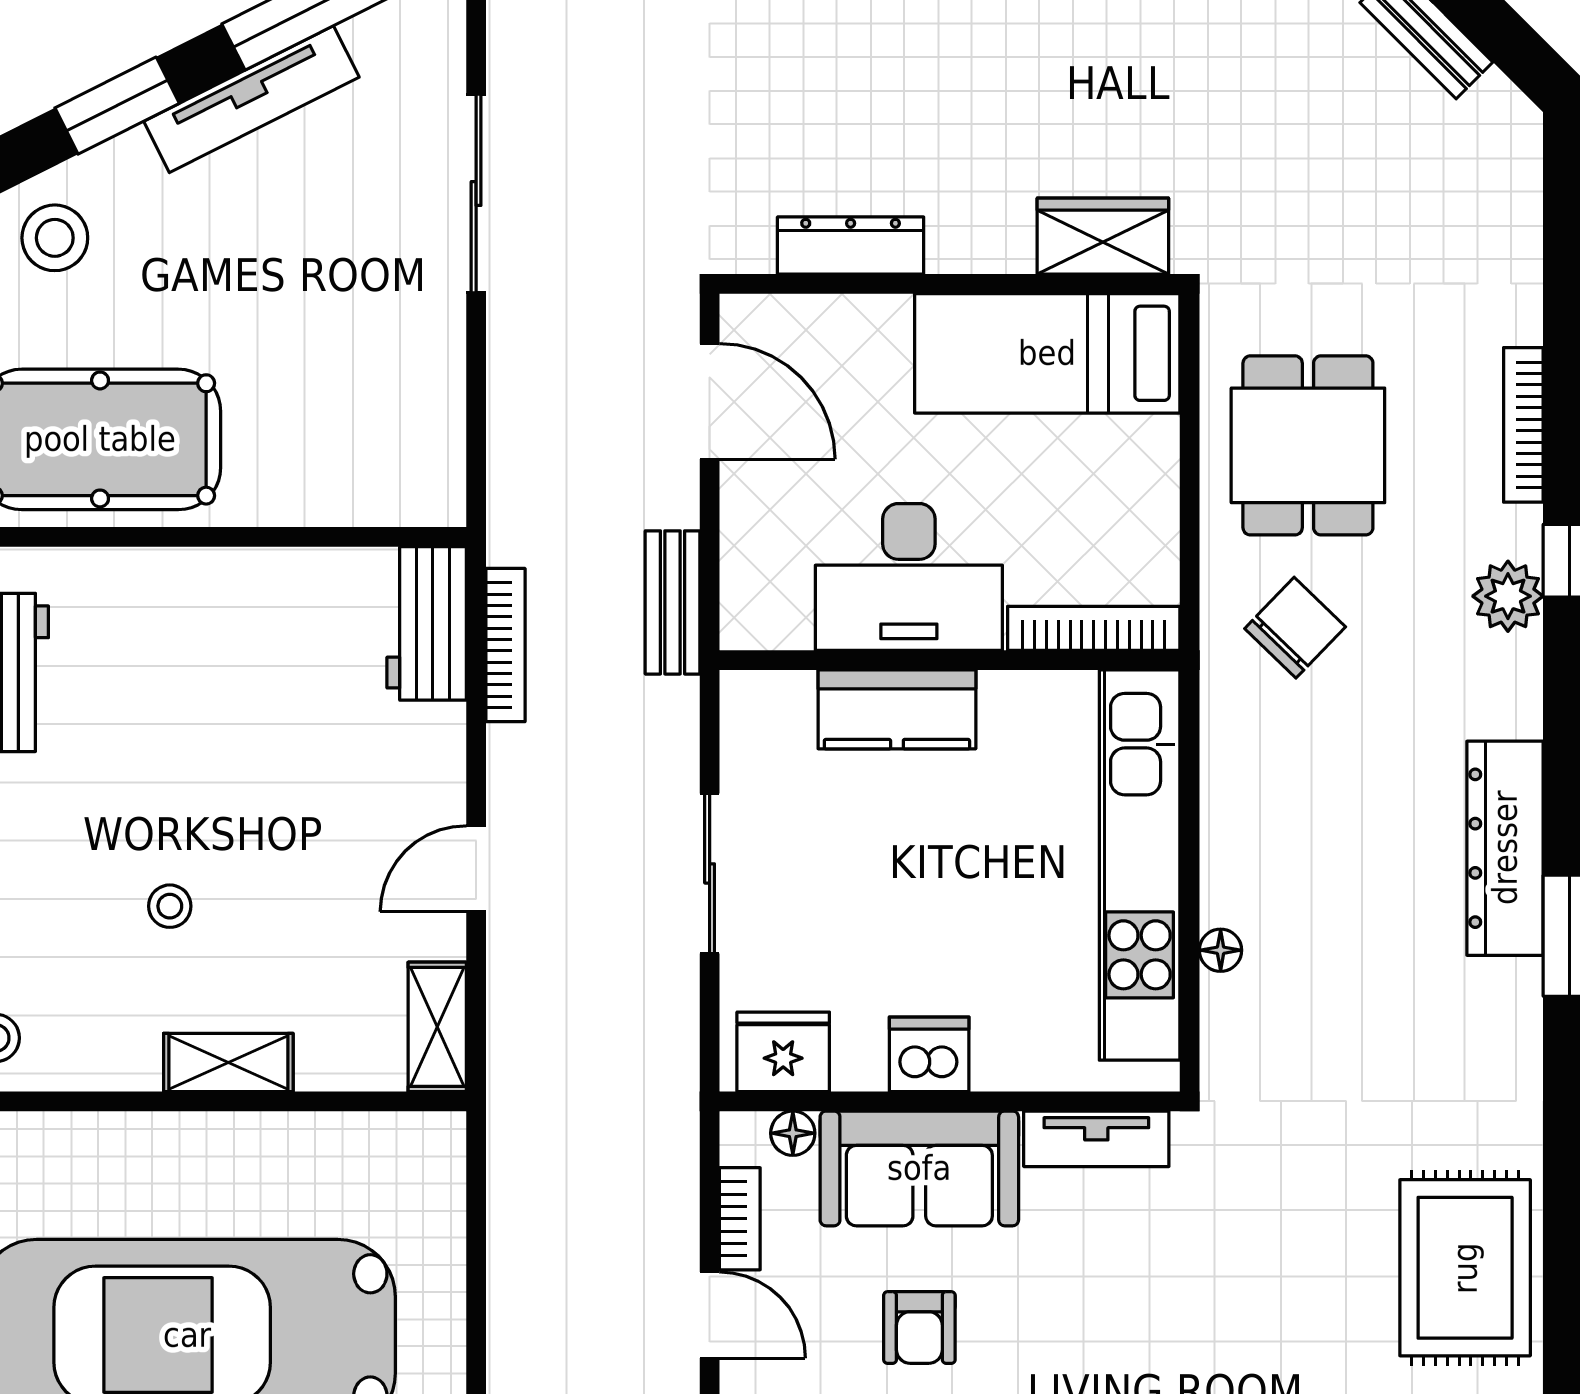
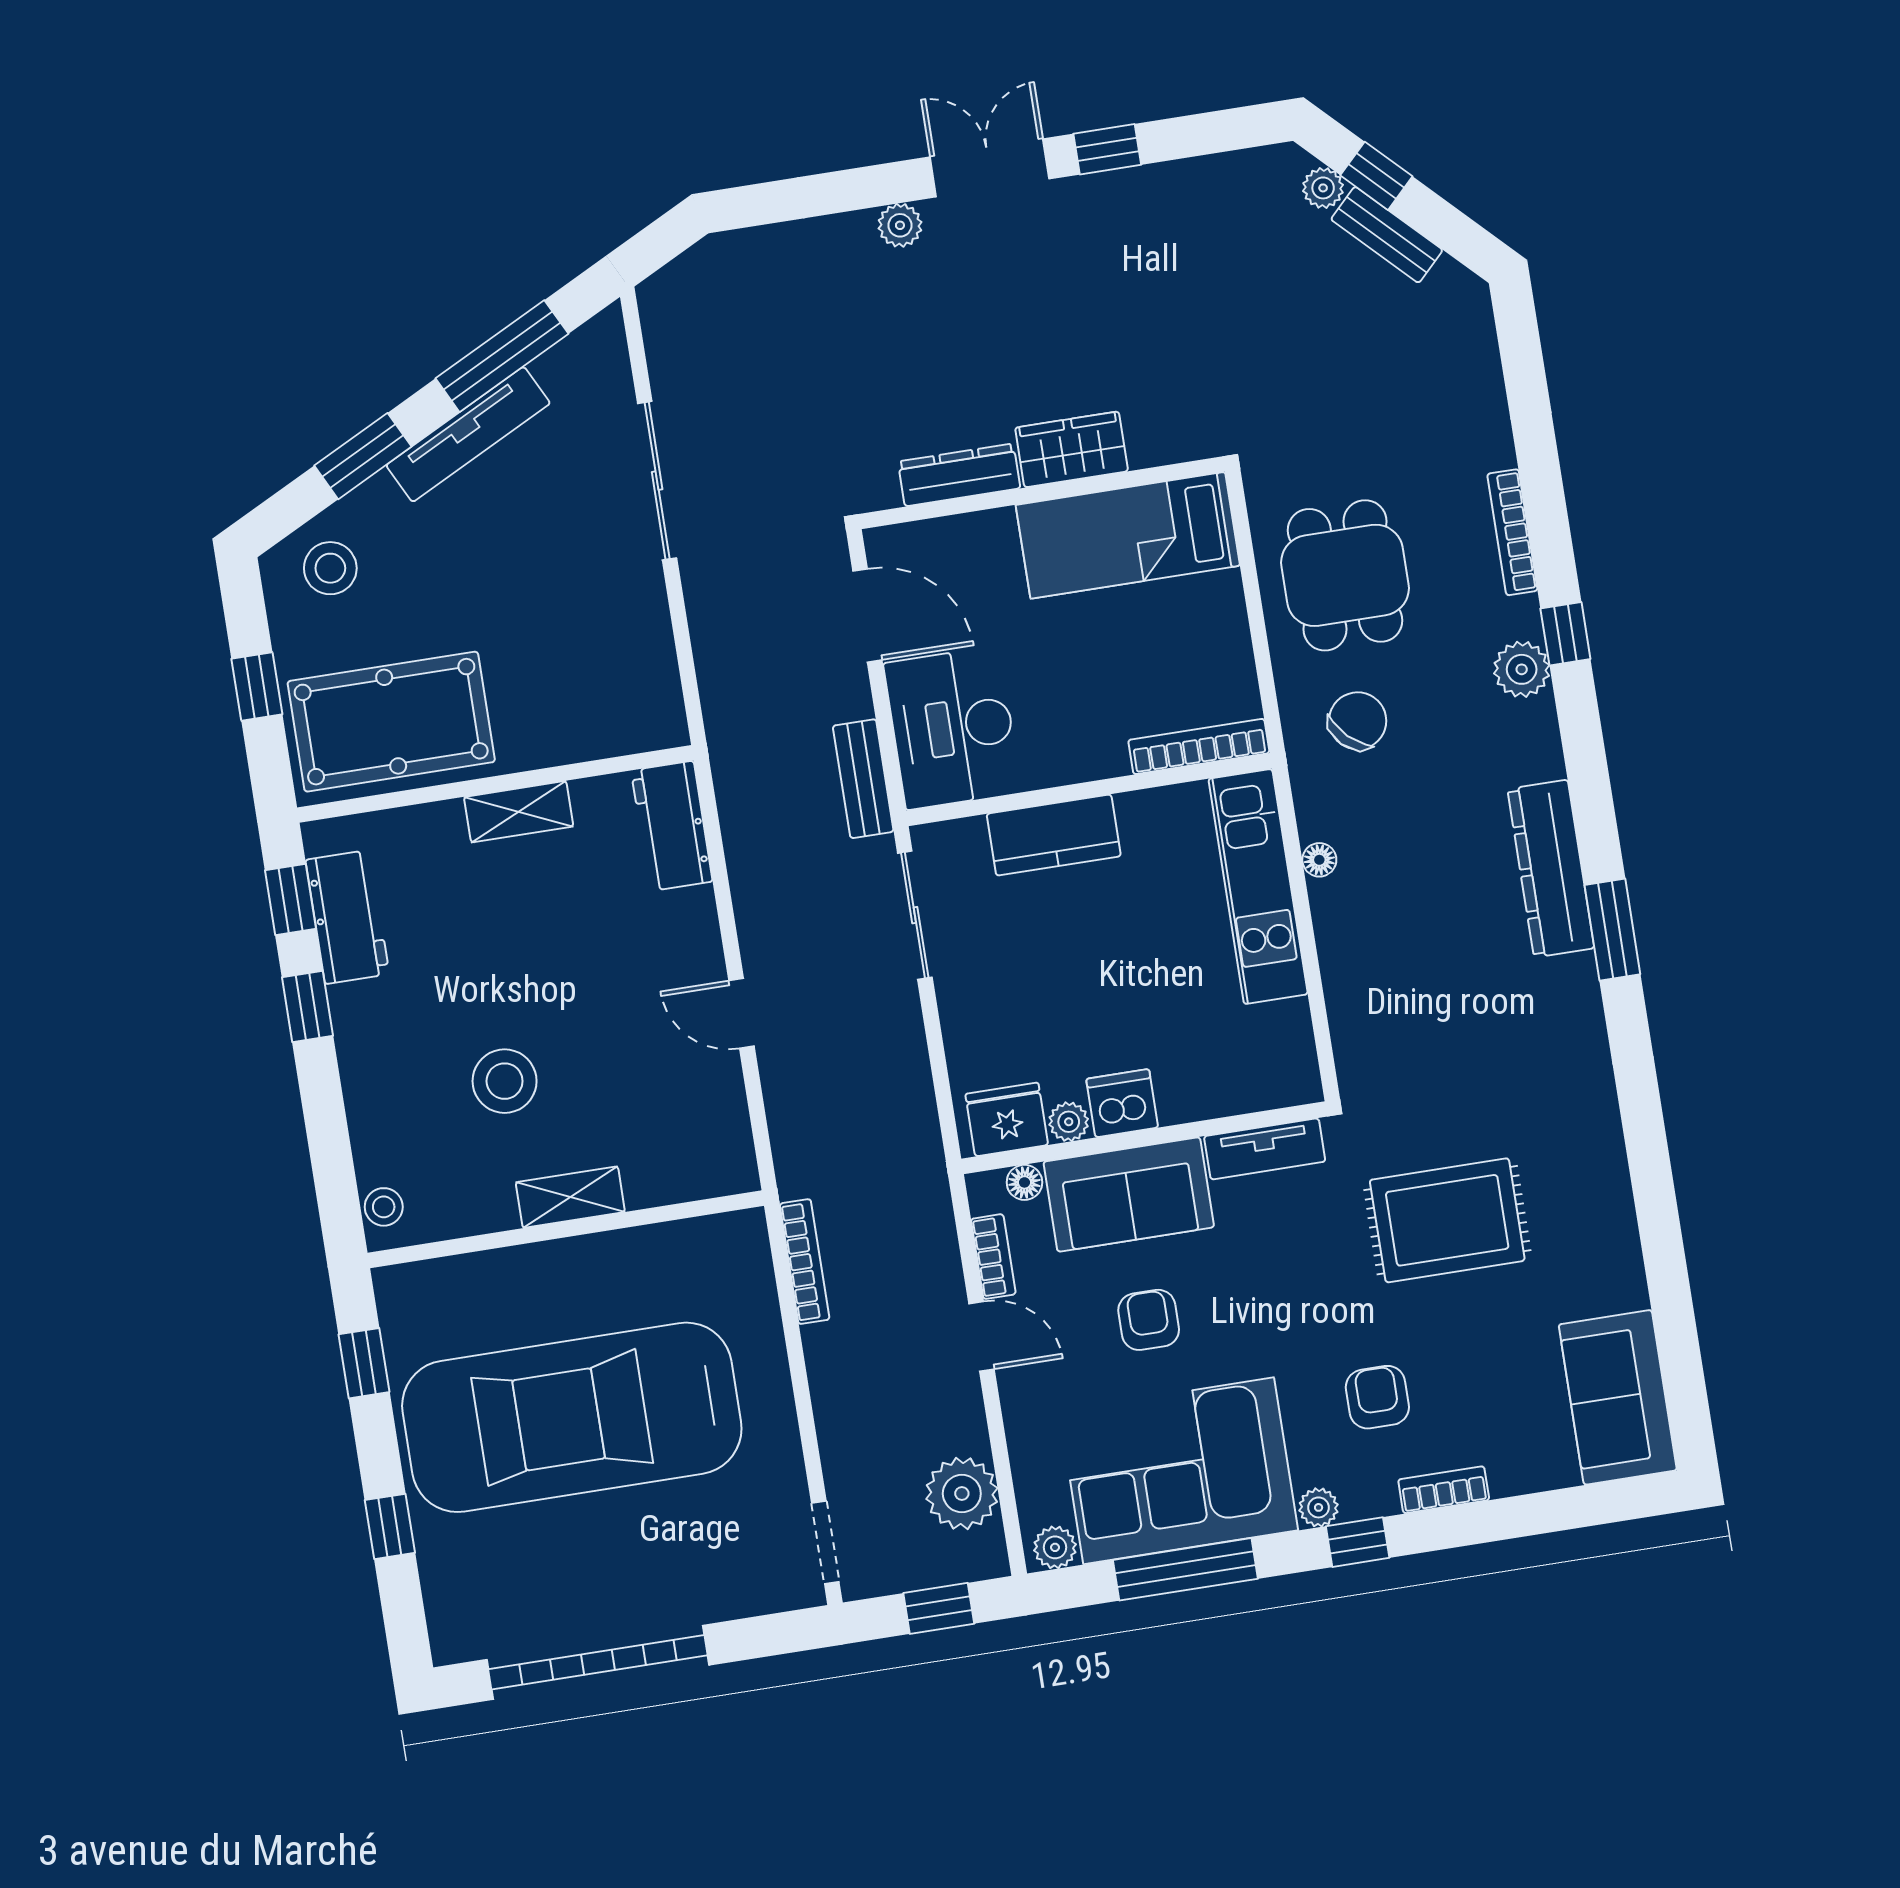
wardrobe: (1103, 236) -> (1072, 449), moved
desk: (909, 577) -> (952, 728), moved, turned 90
bookcase: (505, 645) -> (805, 1262), moved
kitchen unit: (1140, 865) -> (1258, 886), width x0.73
door: (476, 869) -> (741, 1013), hinge flipped
sliding door: (710, 873) -> (915, 915), moved
stool: (170, 906) -> (505, 1081), width x1.89, depth x1.89
floor lamp: (1221, 950) -> (1319, 860), moved
shelving: (437, 1027) -> (519, 812), moved, turned 90
plant: (859, 1067) -> (1069, 1122), added
rug: (1465, 1268) -> (1447, 1220), moved, turned 90
armchair: (919, 1328) -> (1149, 1320), turned 180

